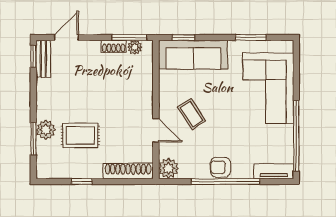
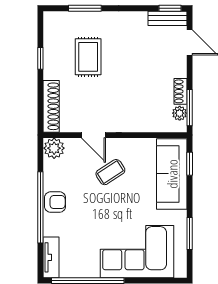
plant: (46, 130) -> (94, 21), removed
door: (156, 130) -> (93, 135), hinge flipped
armchair: (220, 167) -> (55, 202), turned 90

